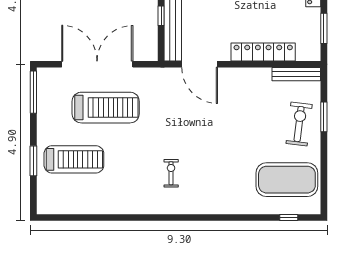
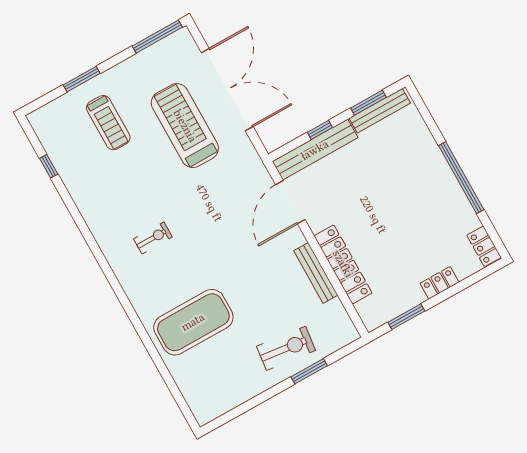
bench: (296, 74) -> (316, 273), moved
treadmill: (106, 108) -> (185, 126), turned 180
treadmill: (74, 159) -> (108, 123), width x0.73, depth x0.73
exercise mat: (287, 180) -> (193, 322), moved, turned 90
window: (289, 217) -> (49, 166), moved

